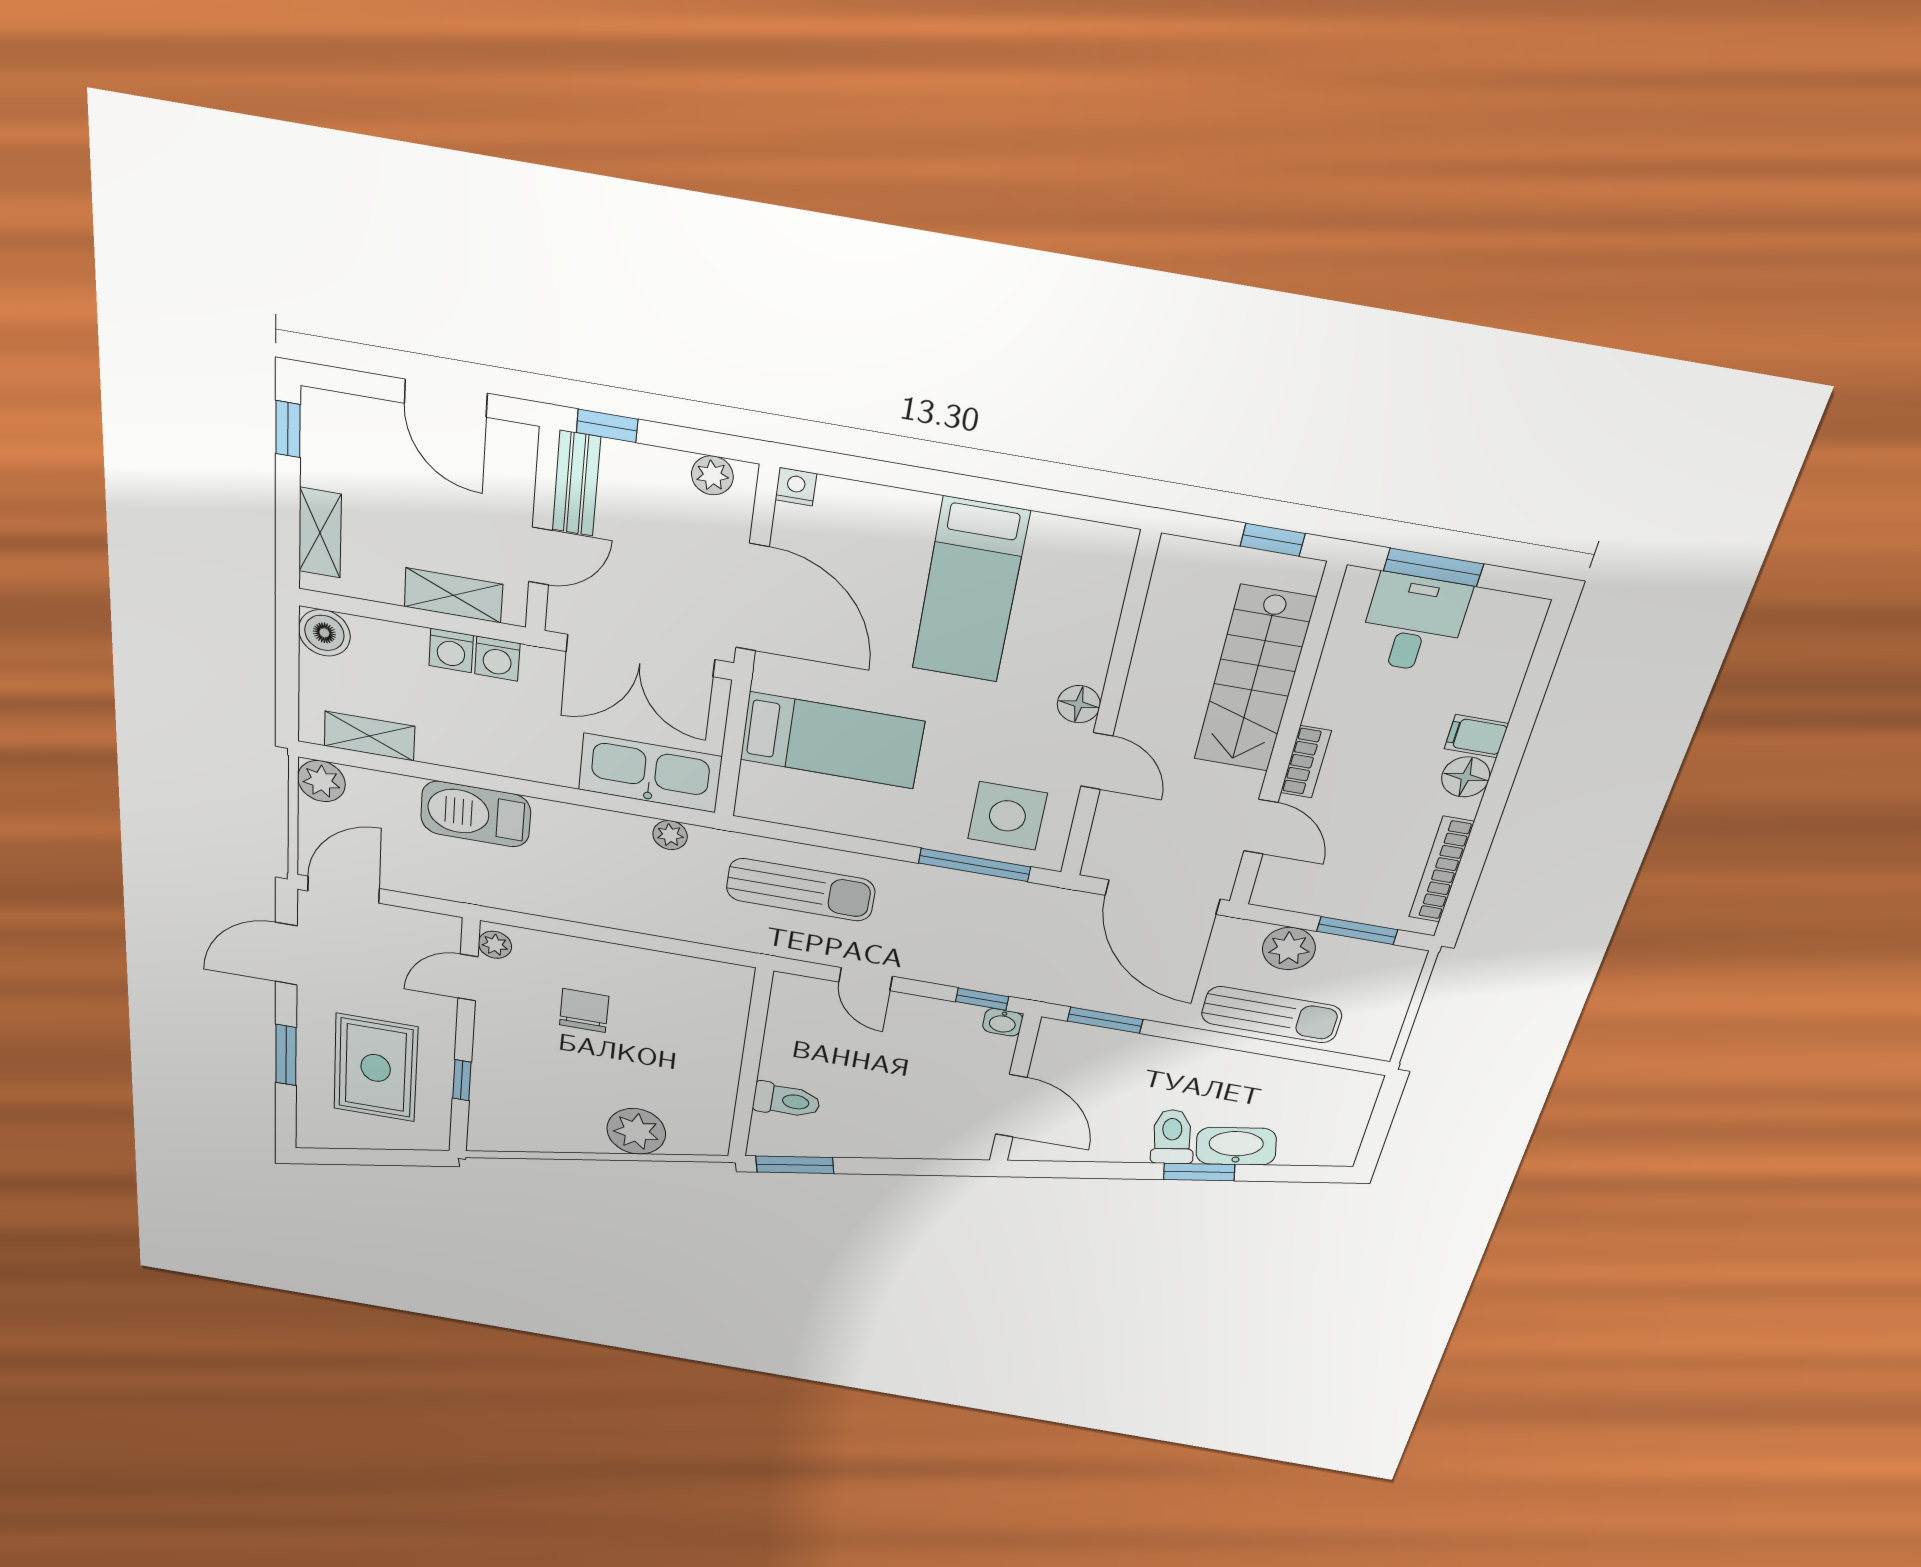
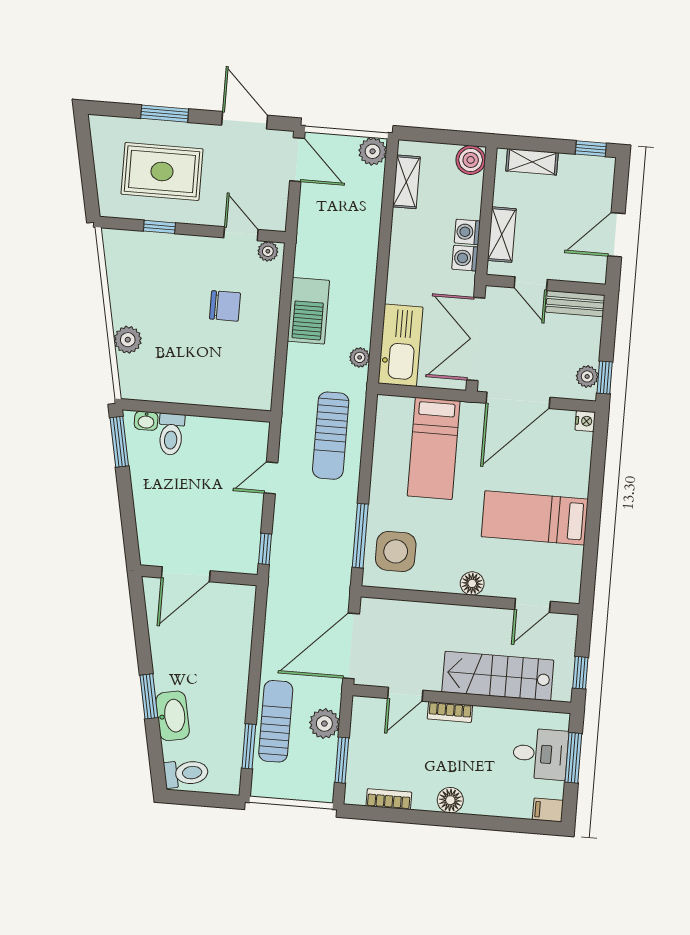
window: (607, 426) -> (605, 377), moved
filing cabinet: (1476, 736) -> (548, 810), moved, turned -90
door: (1097, 761) -> (532, 605), moved
barbecue: (476, 814) -> (308, 311), moved, turned 180
bookcase: (1441, 870) -> (389, 799), width x0.64
sun lounger: (1272, 1015) -> (276, 721), turned 180
window: (1105, 1020) -> (249, 746), moved
washbasin: (1003, 1022) -> (146, 421), moved, turned -90
plant: (636, 1131) -> (128, 340), width x0.73, depth x0.73
toilet: (1172, 1137) -> (186, 773), moved

